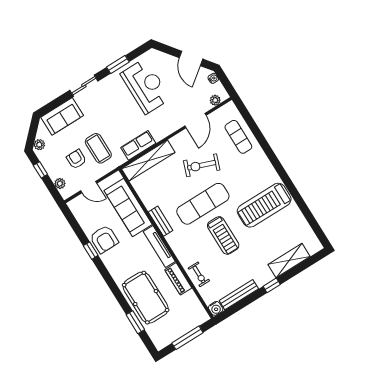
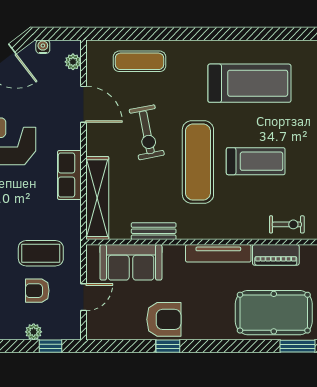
row of seats: (138, 145) -> (69, 175), moved
exercise bike: (202, 165) -> (147, 132), turned -31
window: (40, 170) -> (50, 346), moved
plant: (60, 183) -> (34, 332), moved
treadmill: (264, 205) -> (249, 83), turned -90
sofa: (128, 207) -> (131, 262), width x0.73
bench: (161, 221) -> (154, 231), moved

